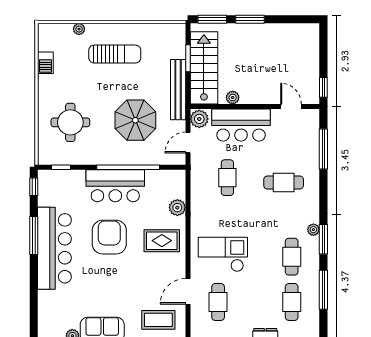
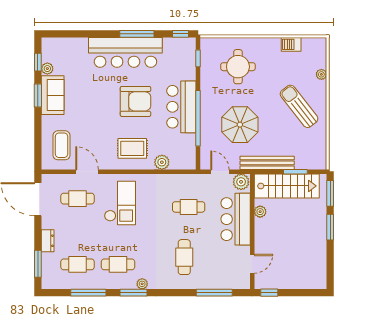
sun lounger: (115, 54) -> (299, 106), turned 142
rug: (162, 241) -> (132, 148), turned 90

